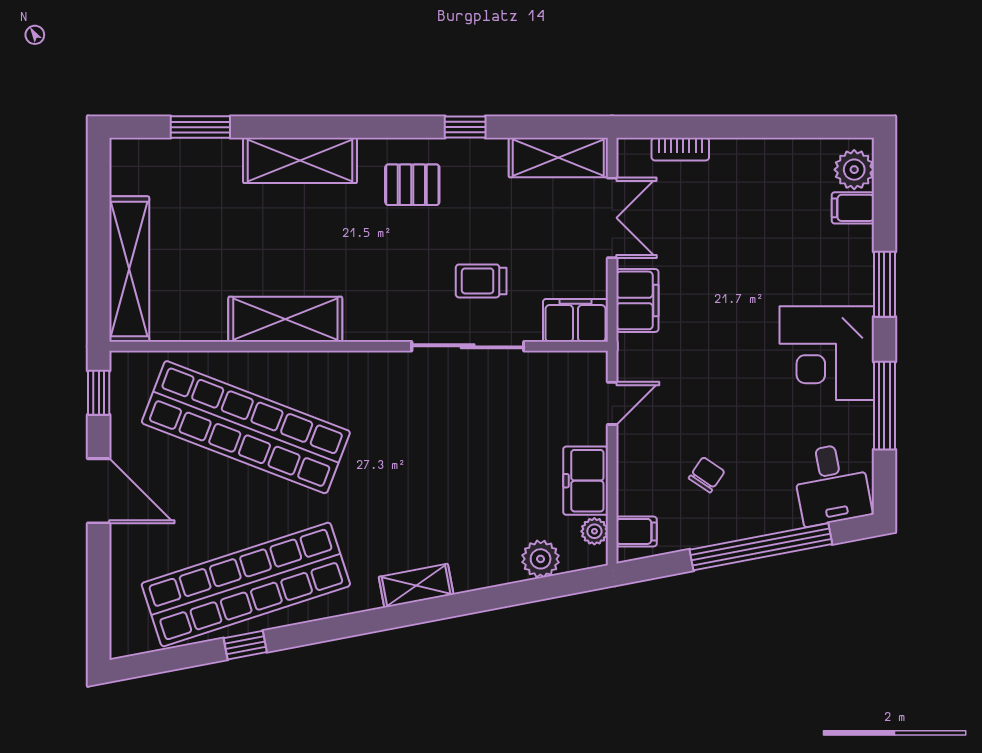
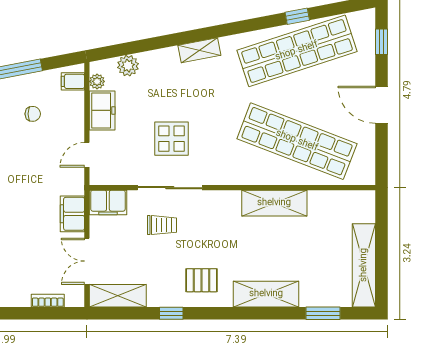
shelving: (129, 269) -> (364, 265), moved
window: (99, 393) -> (381, 42), moved
display table: (465, 432) -> (171, 139), added
chair: (707, 475) -> (33, 114), turned -124

